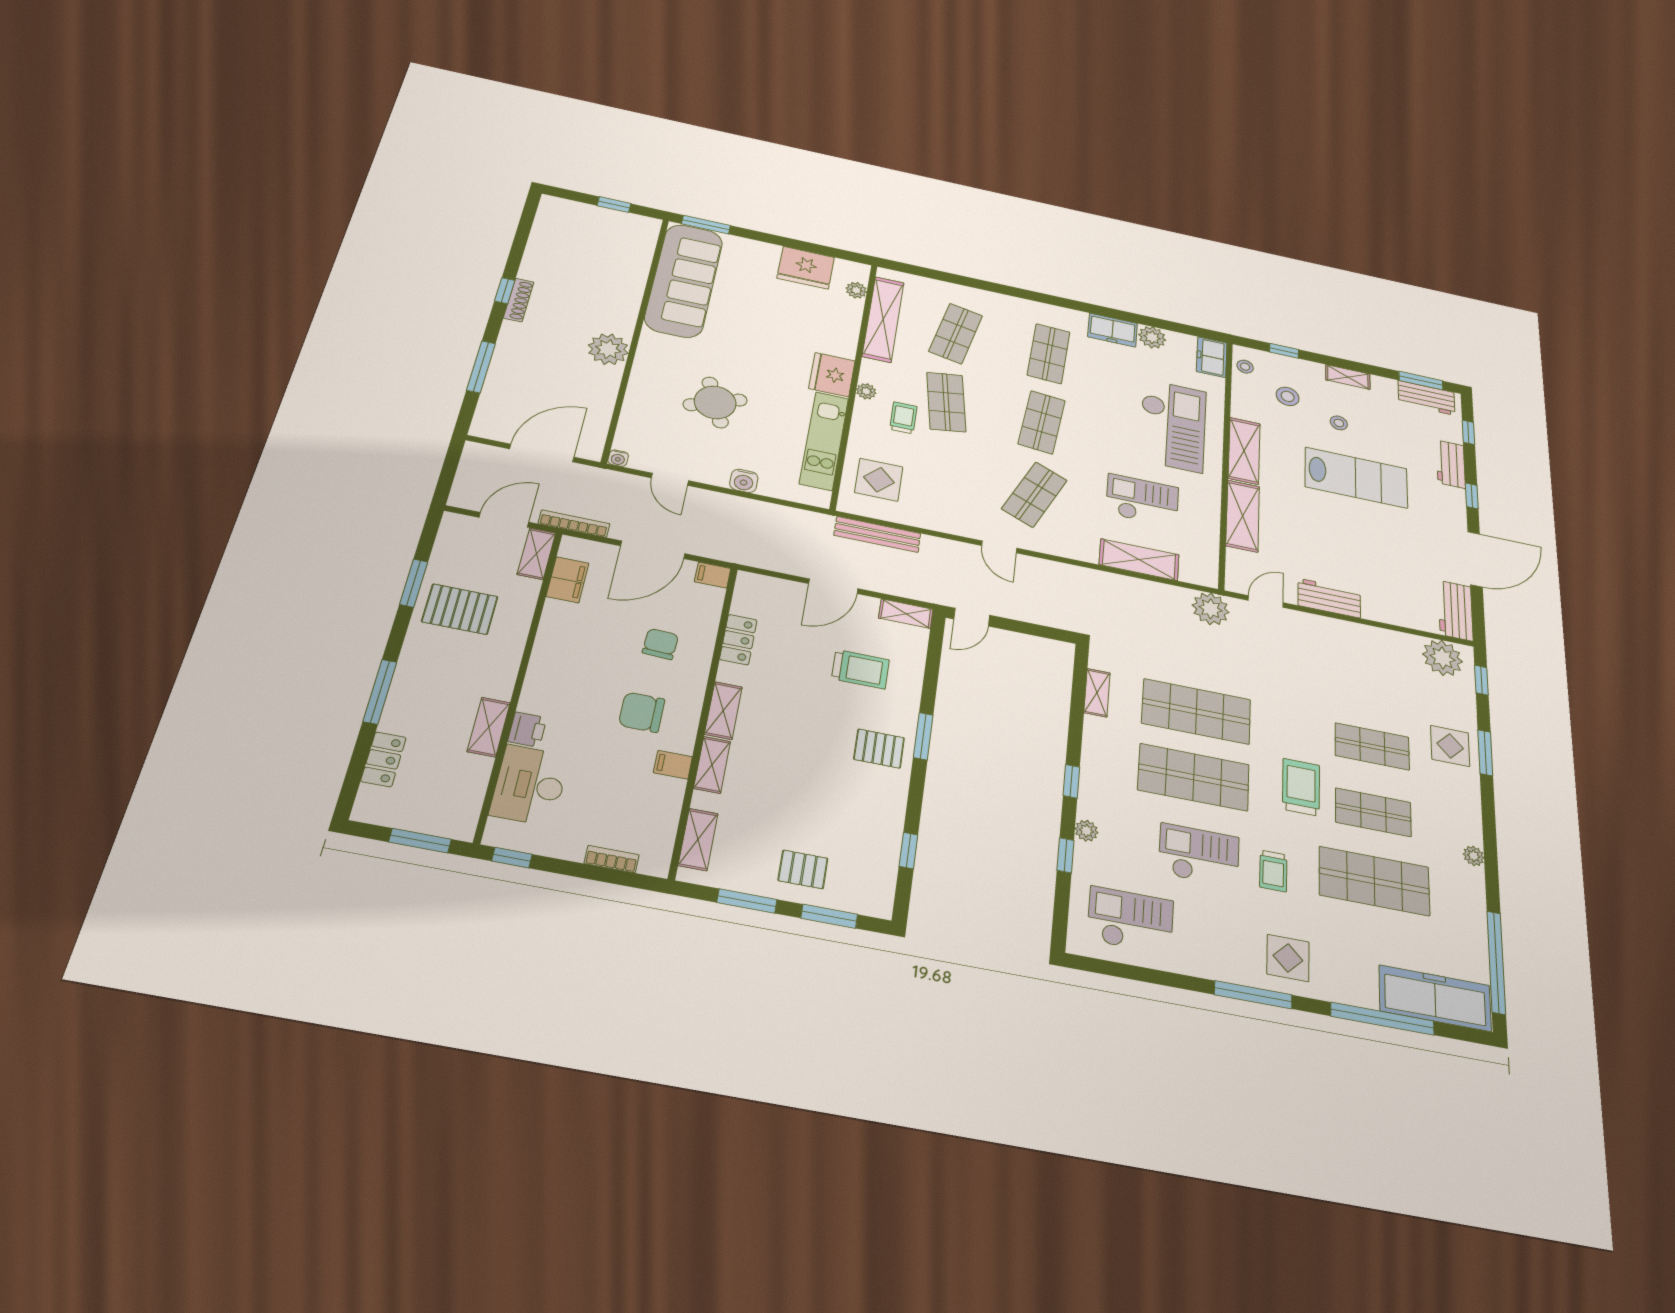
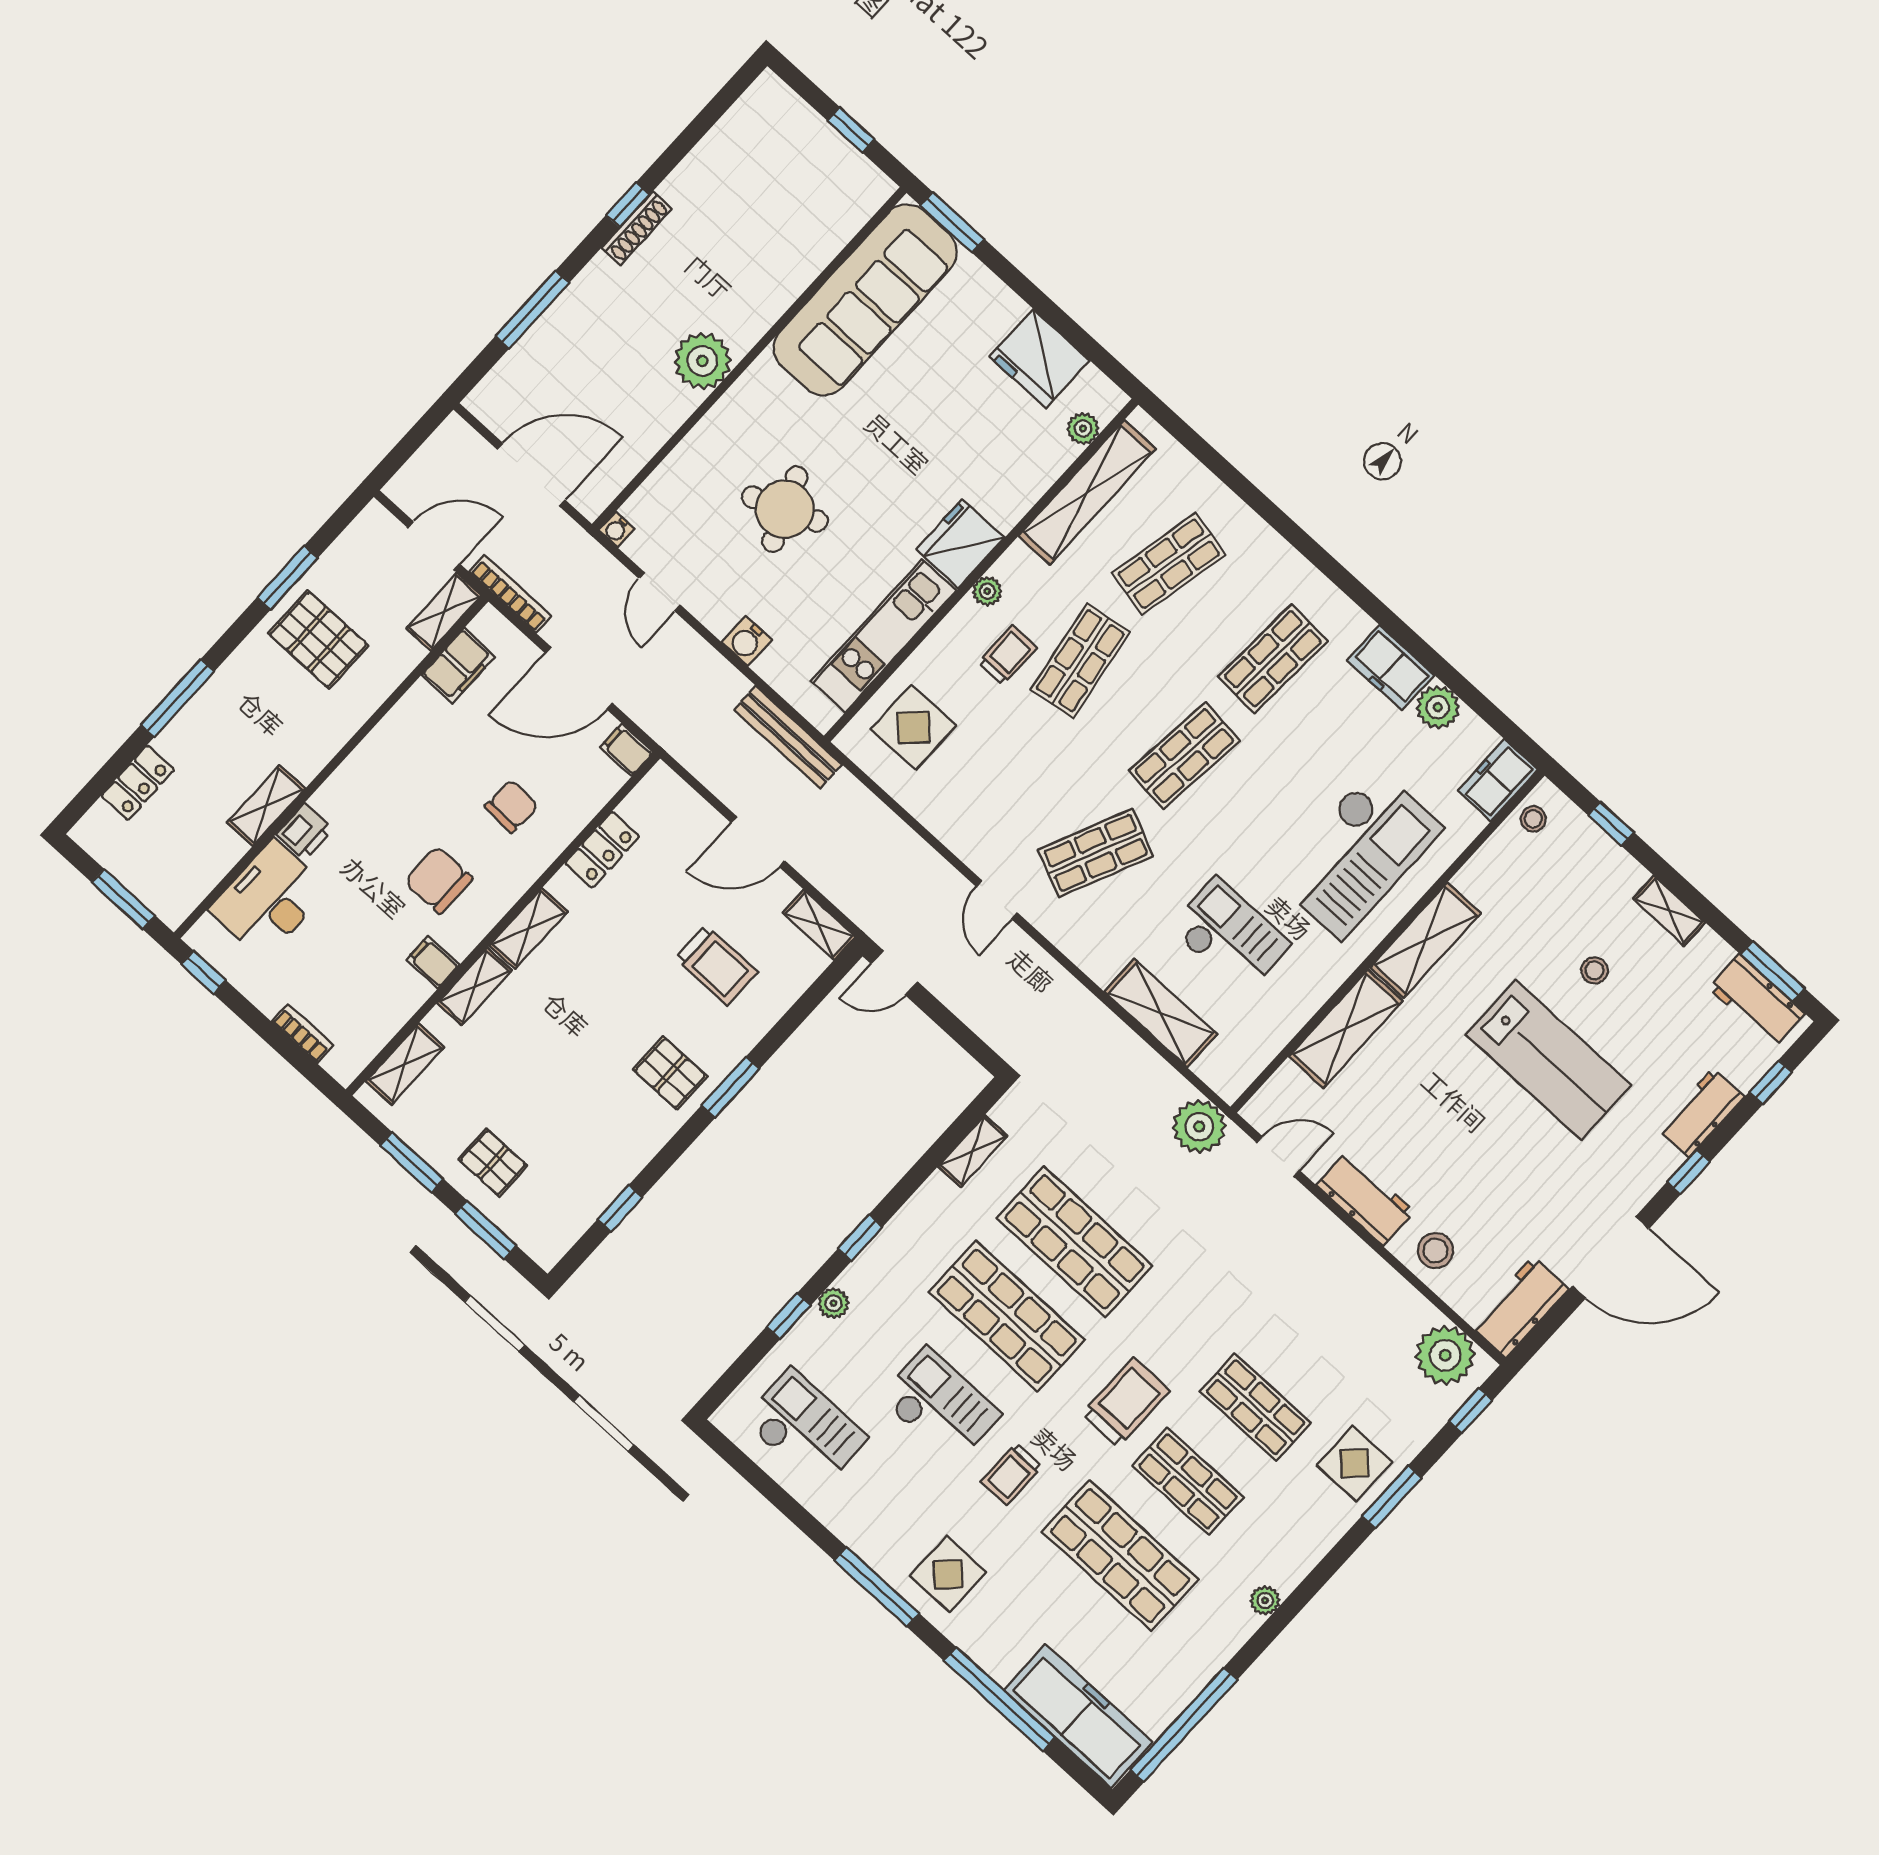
stool: (1288, 396) -> (1435, 1251), moved
bench: (877, 534) -> (788, 737), moved

